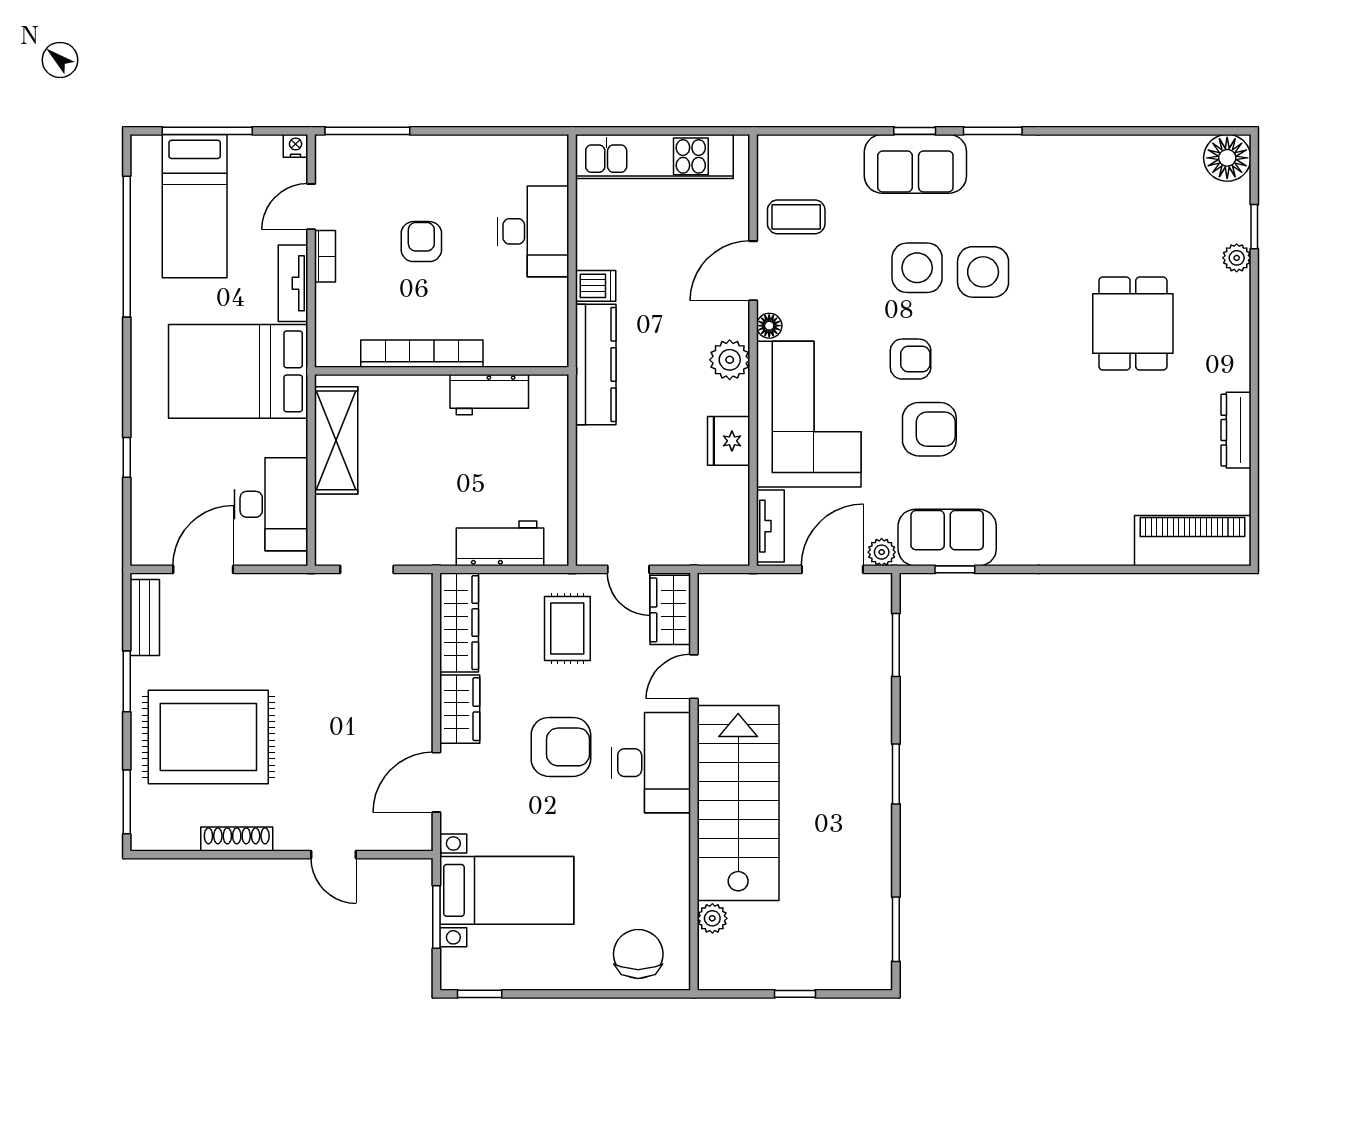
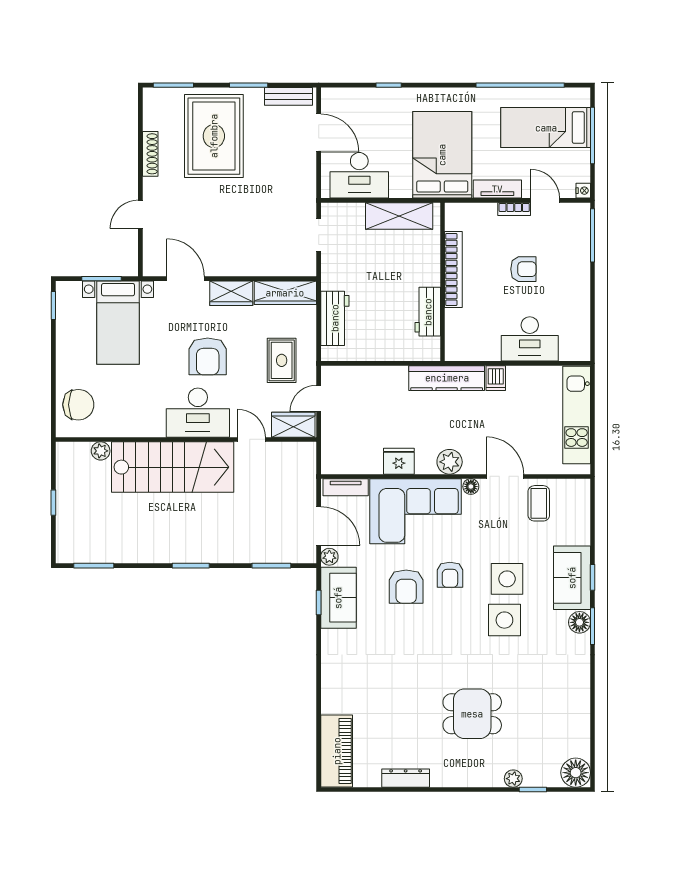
floor lamp: (987, 152) -> (579, 622), added
rug: (567, 629) -> (282, 360), turned 90

